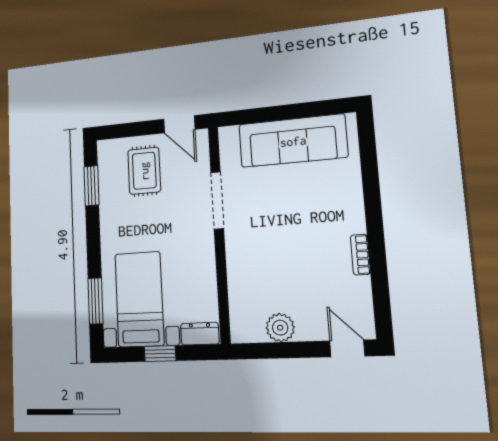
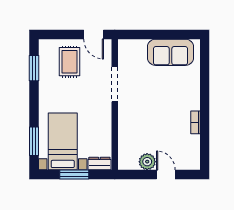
sofa: (293, 141) -> (171, 52), width x0.73
door: (347, 348) -> (166, 175), moved
window: (160, 354) -> (74, 175), width x1.50

